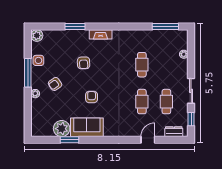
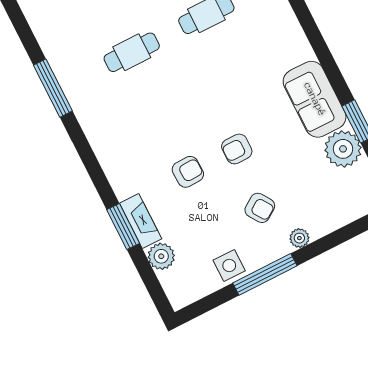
window: (165, 26) -> (53, 88), moved
fireplace: (101, 34) -> (141, 221), moved
plant: (37, 36) -> (161, 256), moved
armchair: (92, 97) -> (237, 149), moved

